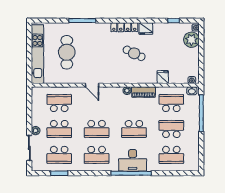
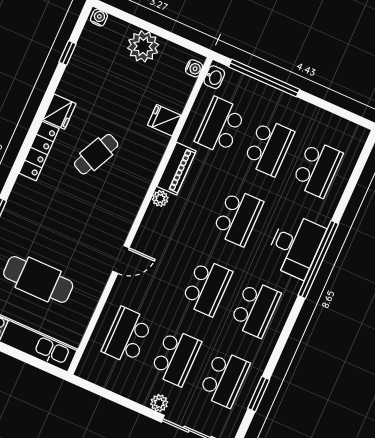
plant: (192, 40) -> (143, 46), moved
school desk: (171, 129) -> (269, 147), turned 180

